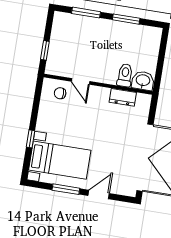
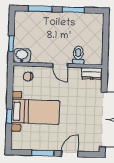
door: (81, 81) -> (60, 65), moved
washbasin: (143, 81) -> (22, 55), moved
dresser: (123, 97) -> (92, 73), moved
bed with nightstands: (60, 160) -> (35, 112), moved

